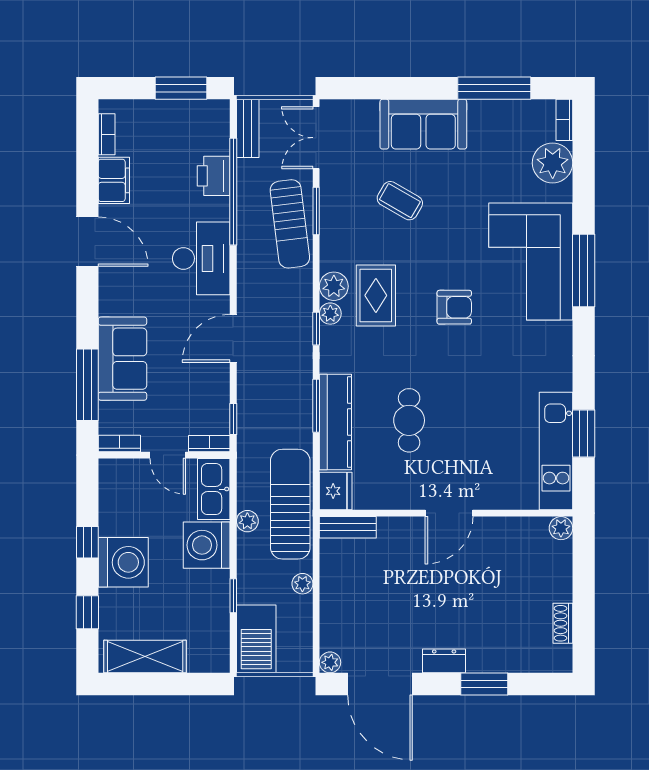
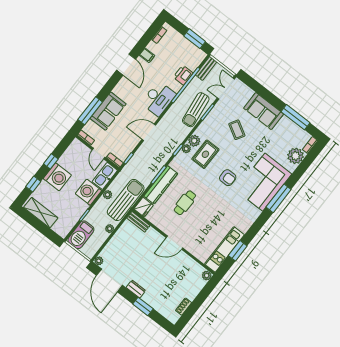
filing cabinet: (114, 180) -> (147, 55), width x0.50

